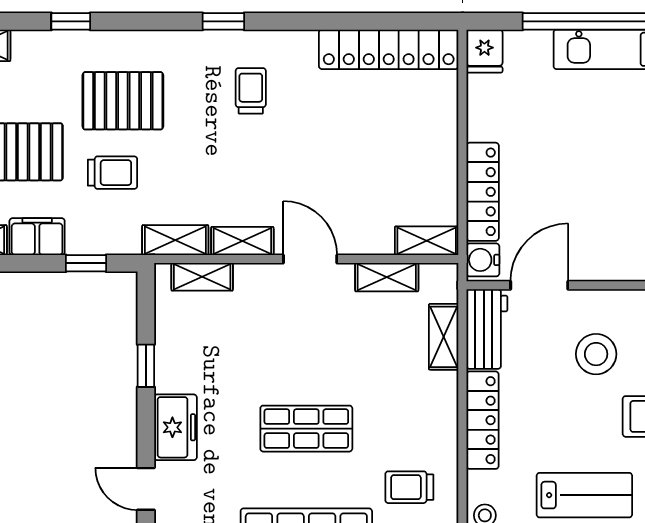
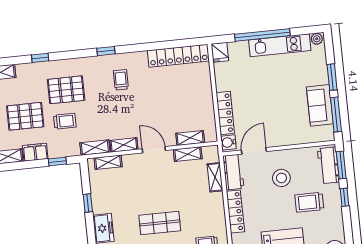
shelving: (427, 241) -> (190, 138), moved

